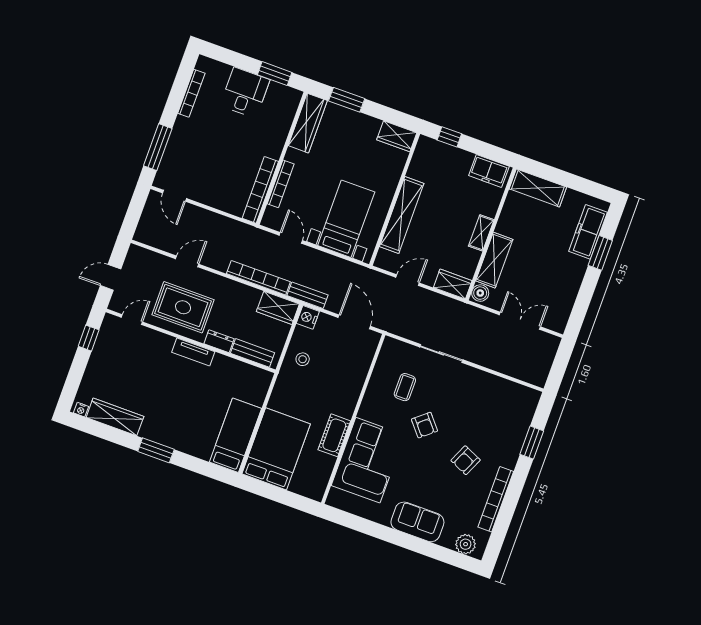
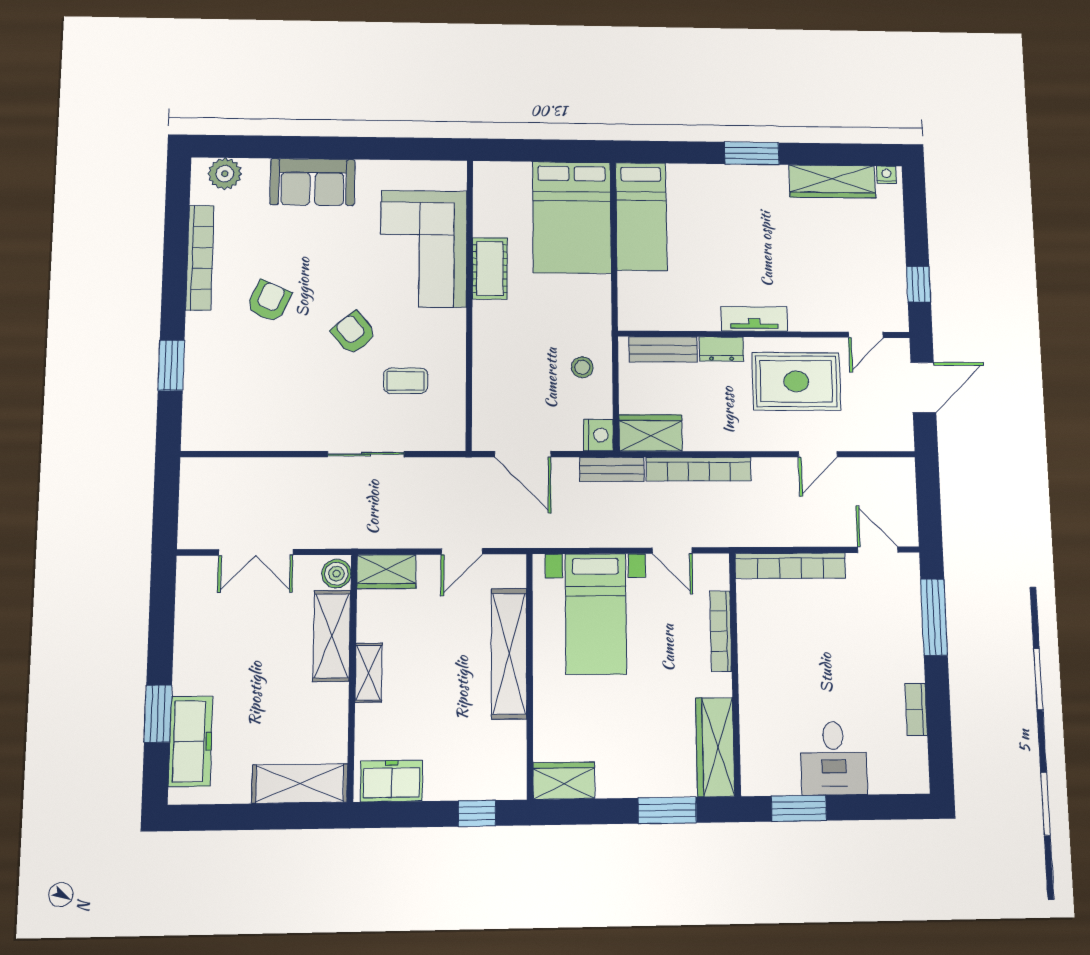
bookcase: (191, 93) -> (916, 709), width x0.64
bookcase: (260, 190) -> (790, 566), moved, turned 90
door: (111, 277) -> (923, 387), width x1.38
coffee table: (405, 387) -> (406, 381), turned 90

